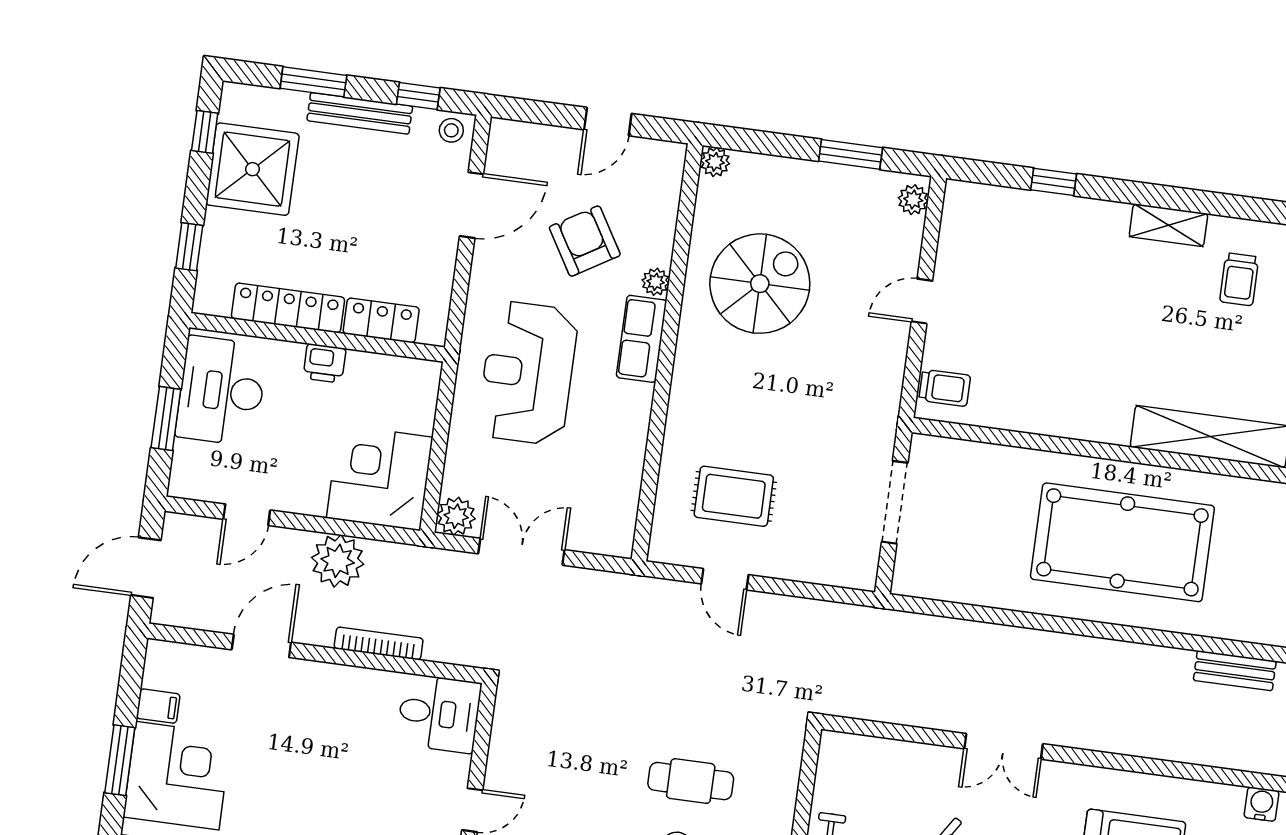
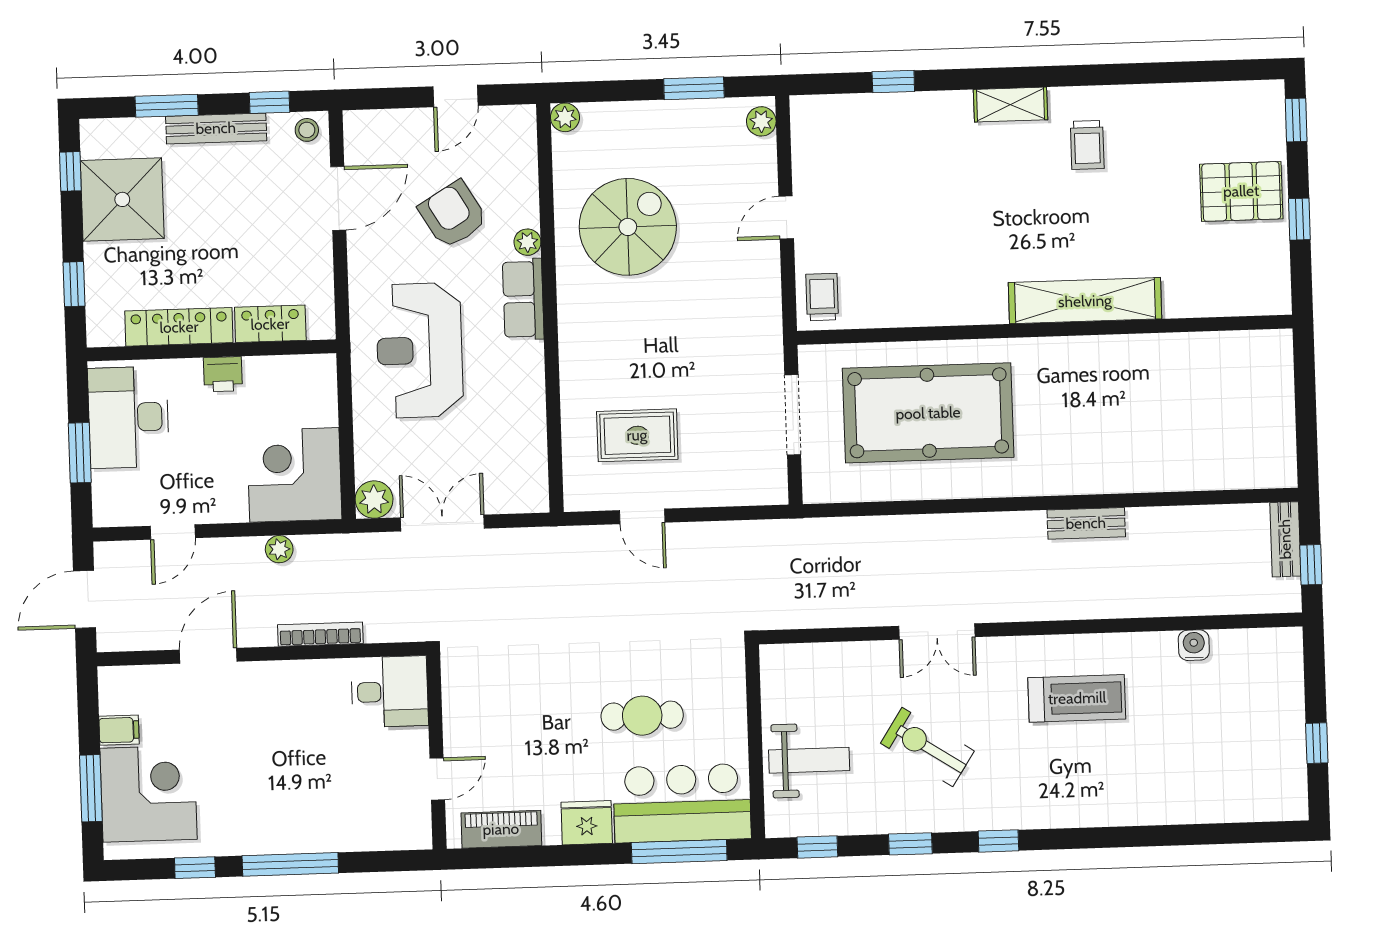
trolley: (945, 388) -> (822, 297), turned -90
pool table: (1122, 542) -> (928, 413), moved
plant: (338, 561) -> (279, 549), width x0.53, depth x0.53
bench: (1235, 671) -> (1086, 523), moved

